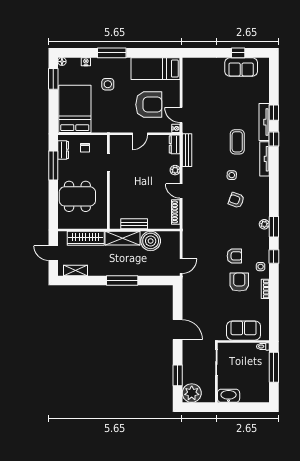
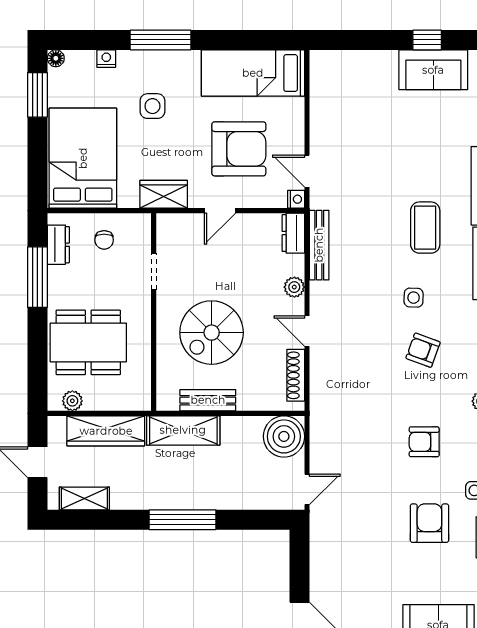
wardrobe: (113, 126) -> (164, 194), added
spiral stairs: (136, 192) -> (212, 333), added
plant: (70, 224) -> (72, 401), added
boiler: (151, 241) -> (284, 436), moved
armchair: (234, 256) -> (424, 442), moved, turned 180

